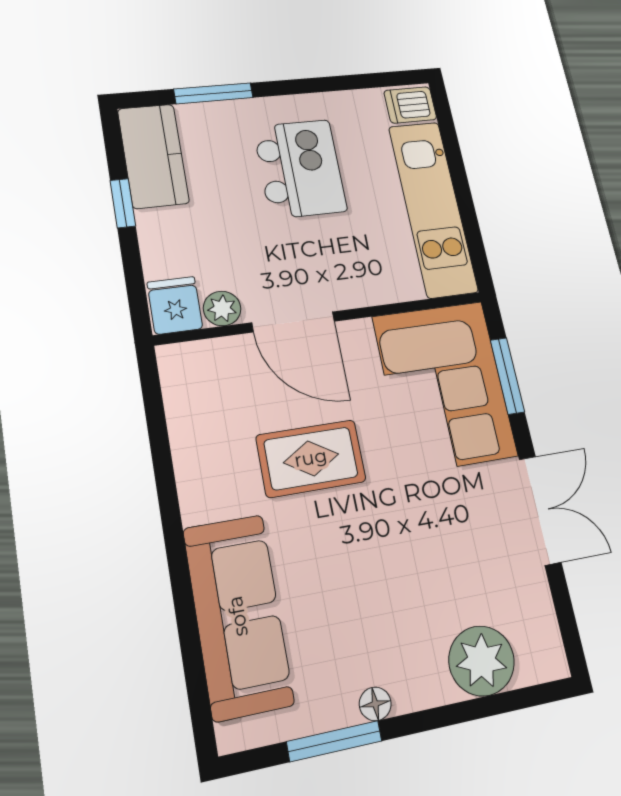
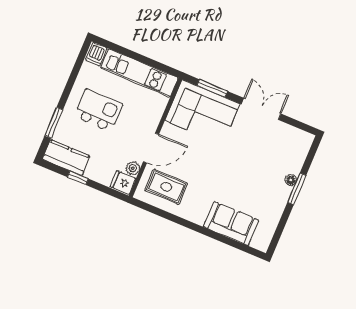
rug: (311, 458) -> (166, 187), moved, turned 90
sofa: (238, 616) -> (231, 223), width x0.73
plant: (482, 661) -> (292, 160), removed
floor lamp: (375, 704) -> (291, 180), moved
window: (334, 741) -> (297, 189), moved

